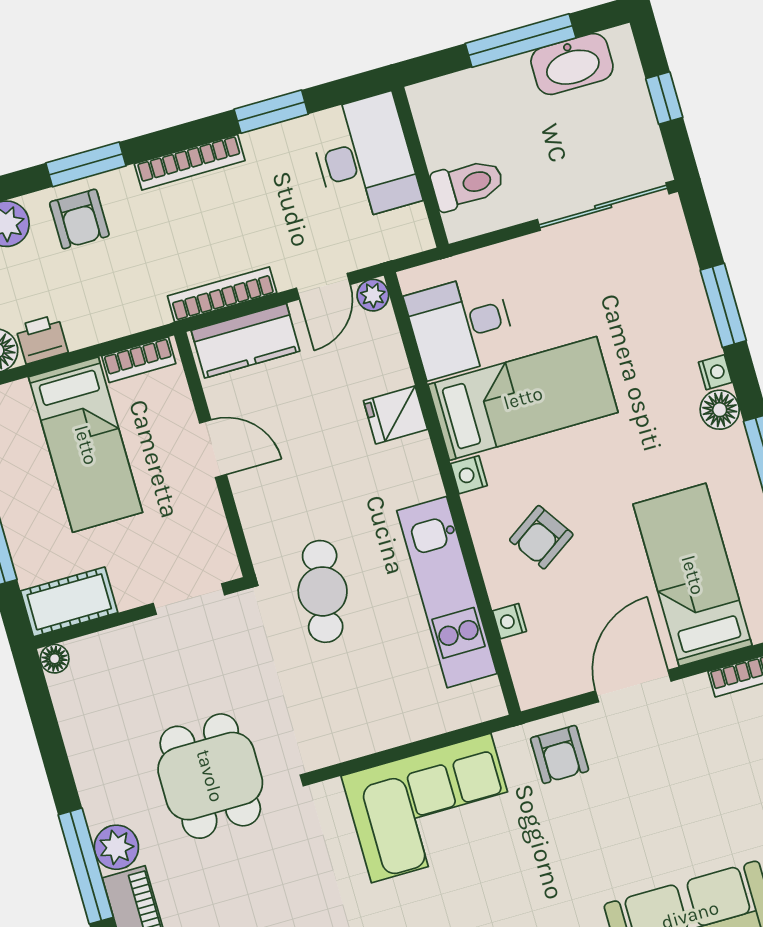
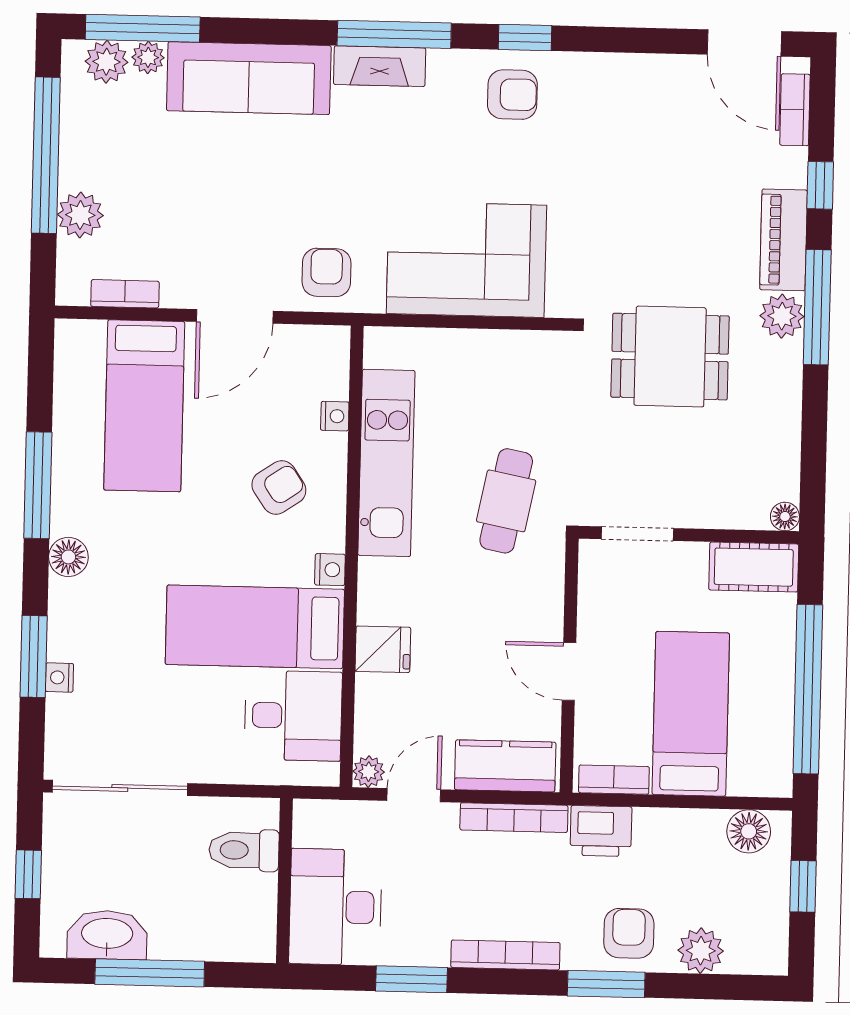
printer: (42, 339) -> (601, 831), moved, width x1.36, depth x1.24
nightstand: (715, 372) -> (59, 677), moved
dining table: (210, 776) -> (670, 357), turned 90

